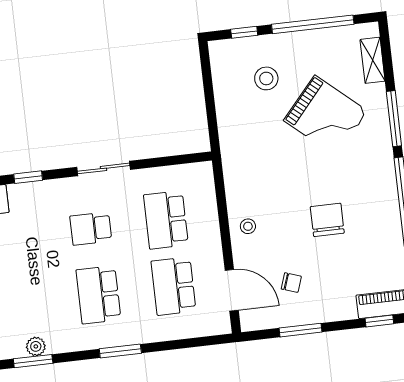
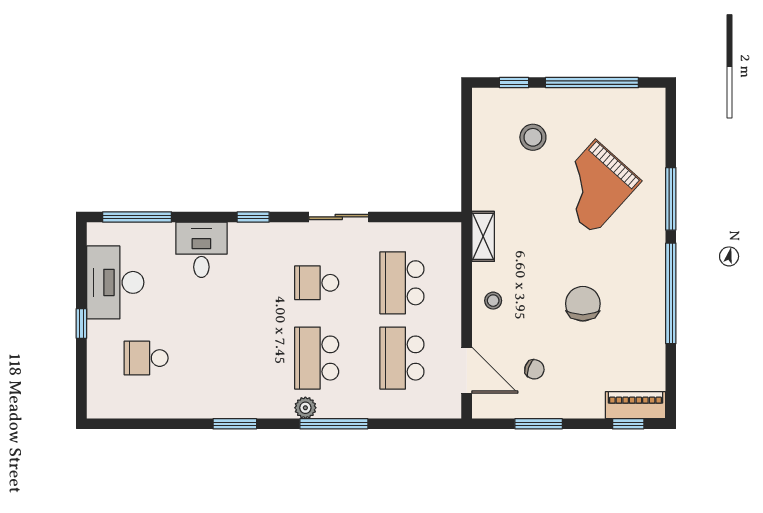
shelving: (373, 60) -> (483, 236), moved
grand piano: (326, 116) -> (595, 187), turned 91
plant: (36, 346) -> (305, 408), moved
window: (120, 351) -> (334, 424), width x1.44

